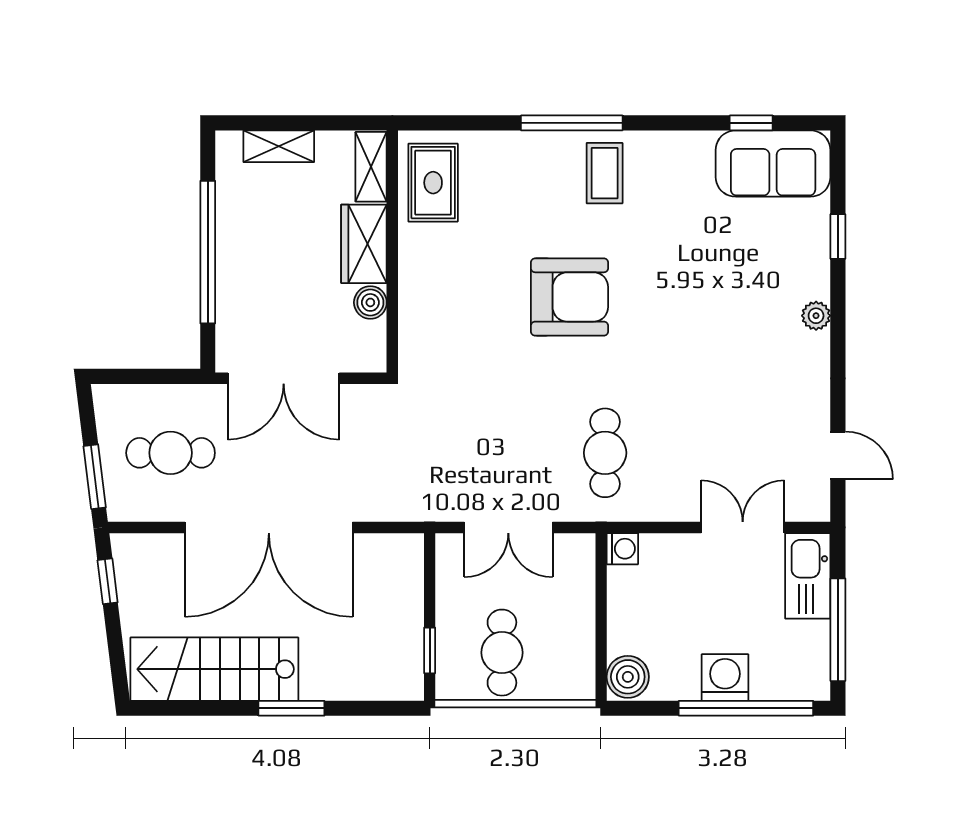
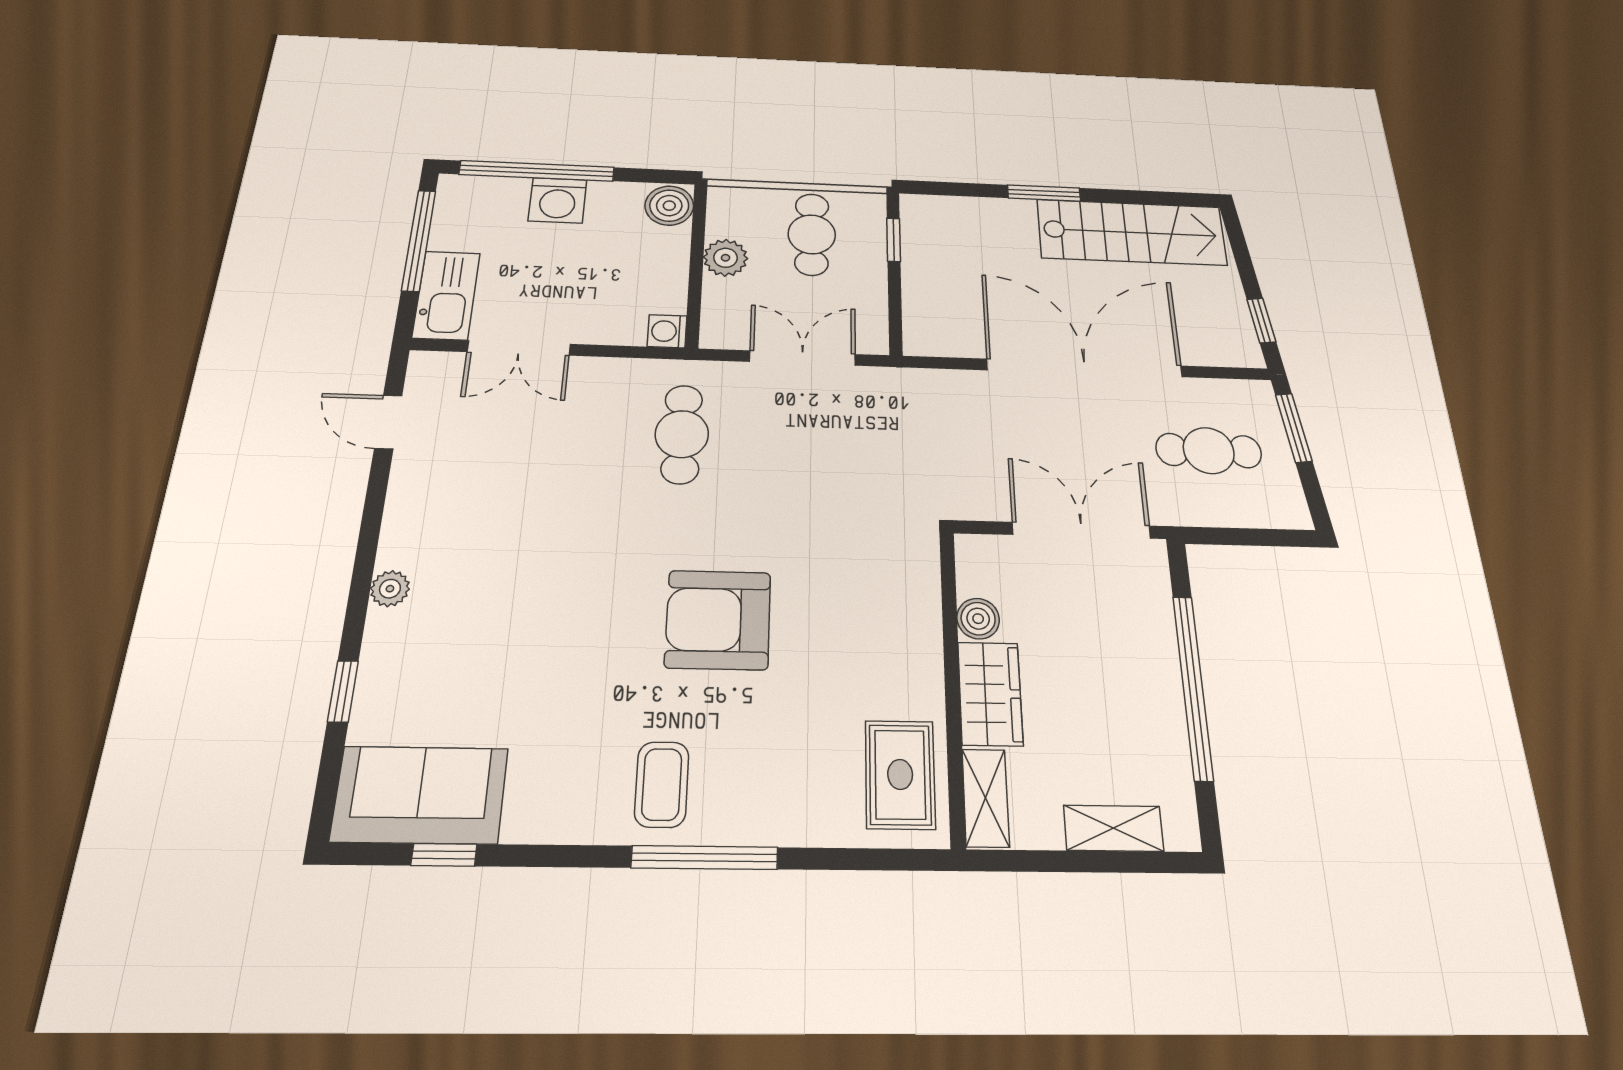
plant: (576, 624) -> (726, 258), added

